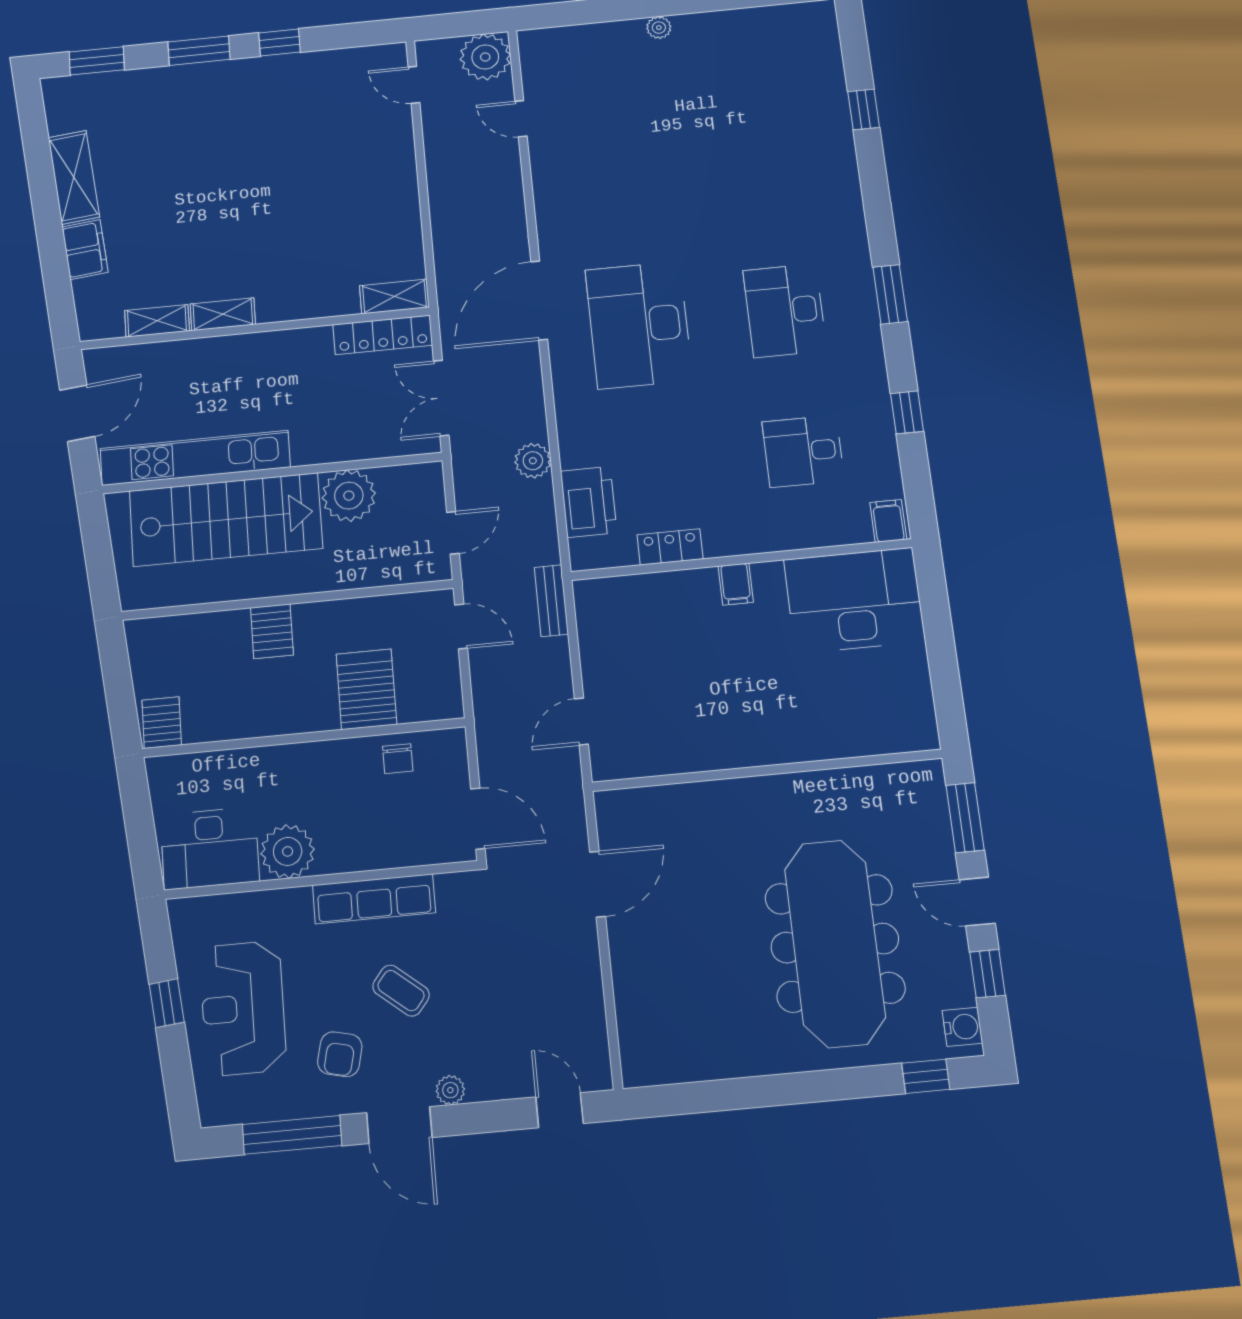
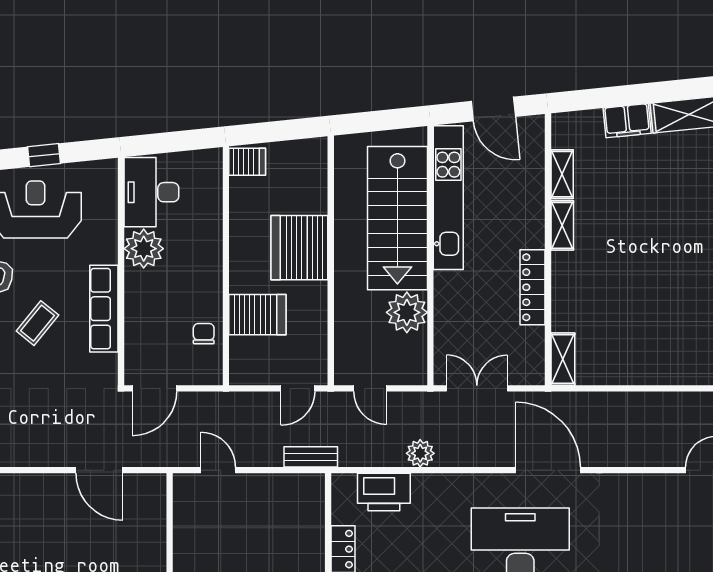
locker: (383, 335) -> (533, 287), moved
server rack: (272, 631) -> (299, 248), width x2.18, depth x1.44
chair: (398, 759) -> (204, 334), turned 90

